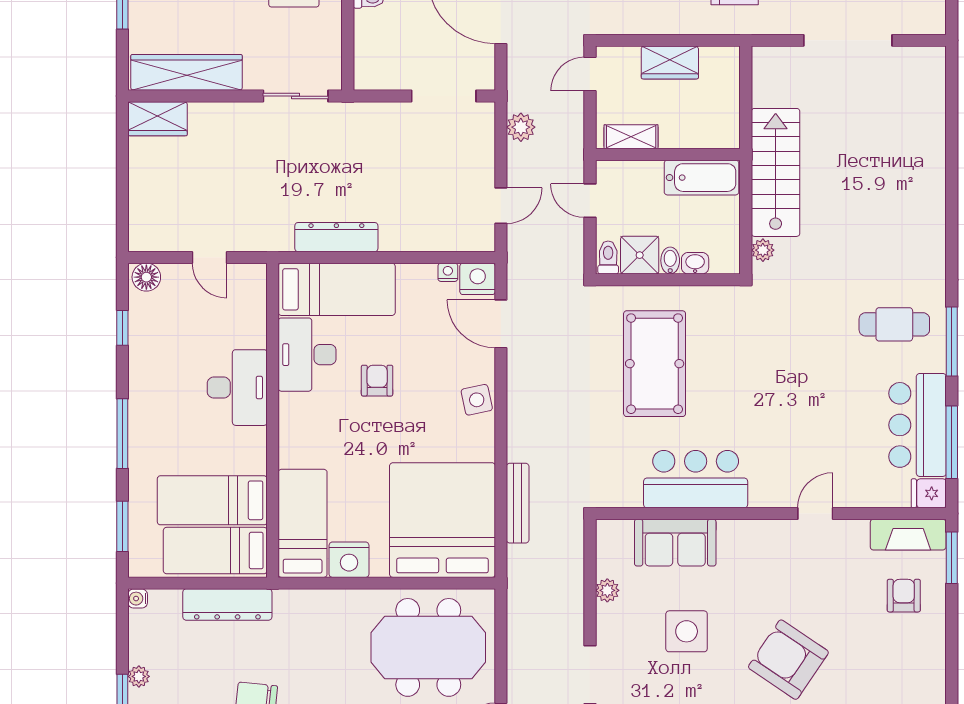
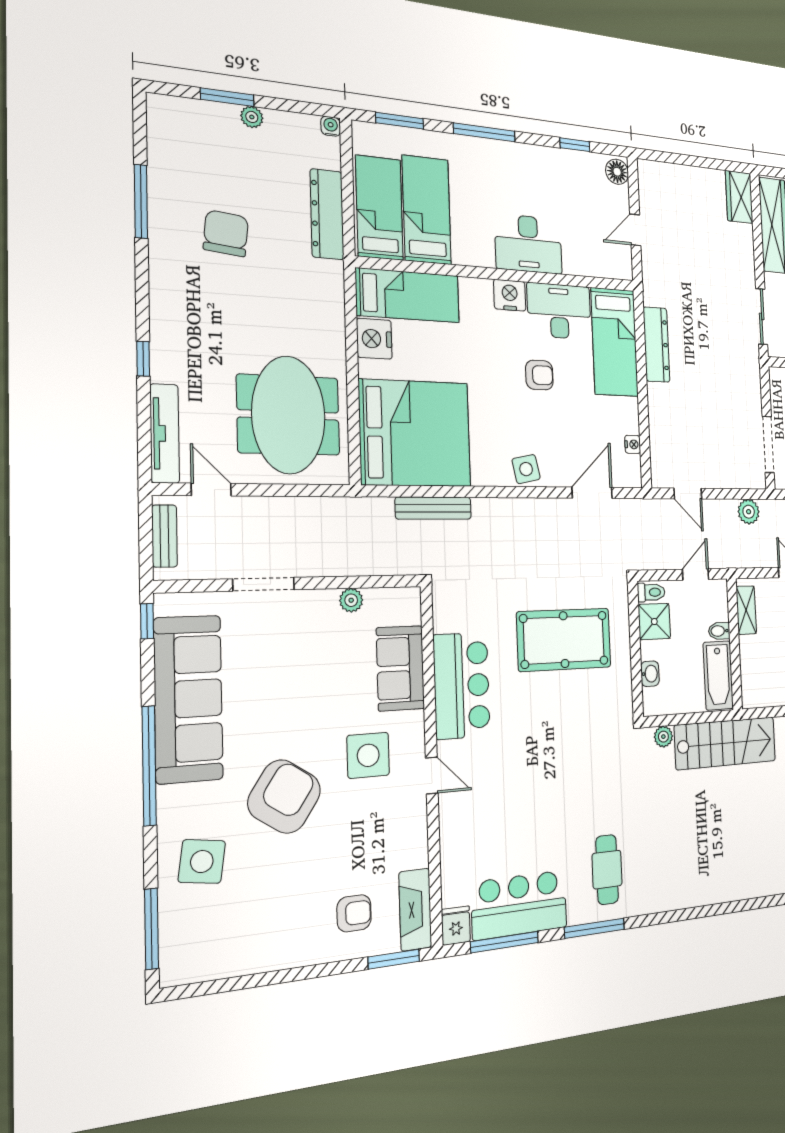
bidet: (670, 261) -> (719, 631), moved, turned 180
nightstand: (478, 279) -> (510, 295), moved, turned -90
door: (815, 514) -> (432, 775), moved
side table: (687, 631) -> (368, 755), moved

